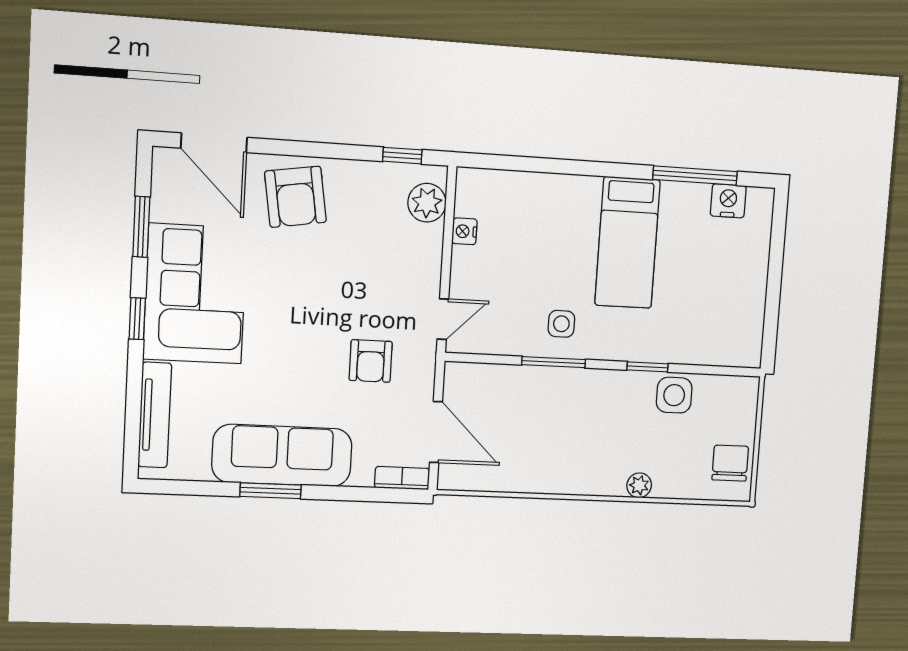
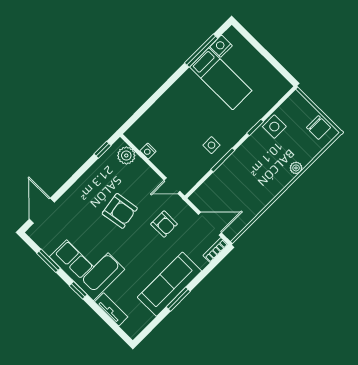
door: (214, 143) -> (42, 211), swing flipped
armchair: (295, 197) -> (120, 211), moved
bed: (627, 243) -> (221, 79), moved
door: (443, 319) -> (172, 186), swing flipped
tv unit: (155, 415) -> (111, 309), width x0.71
chair: (730, 463) -> (318, 127), turned 180

